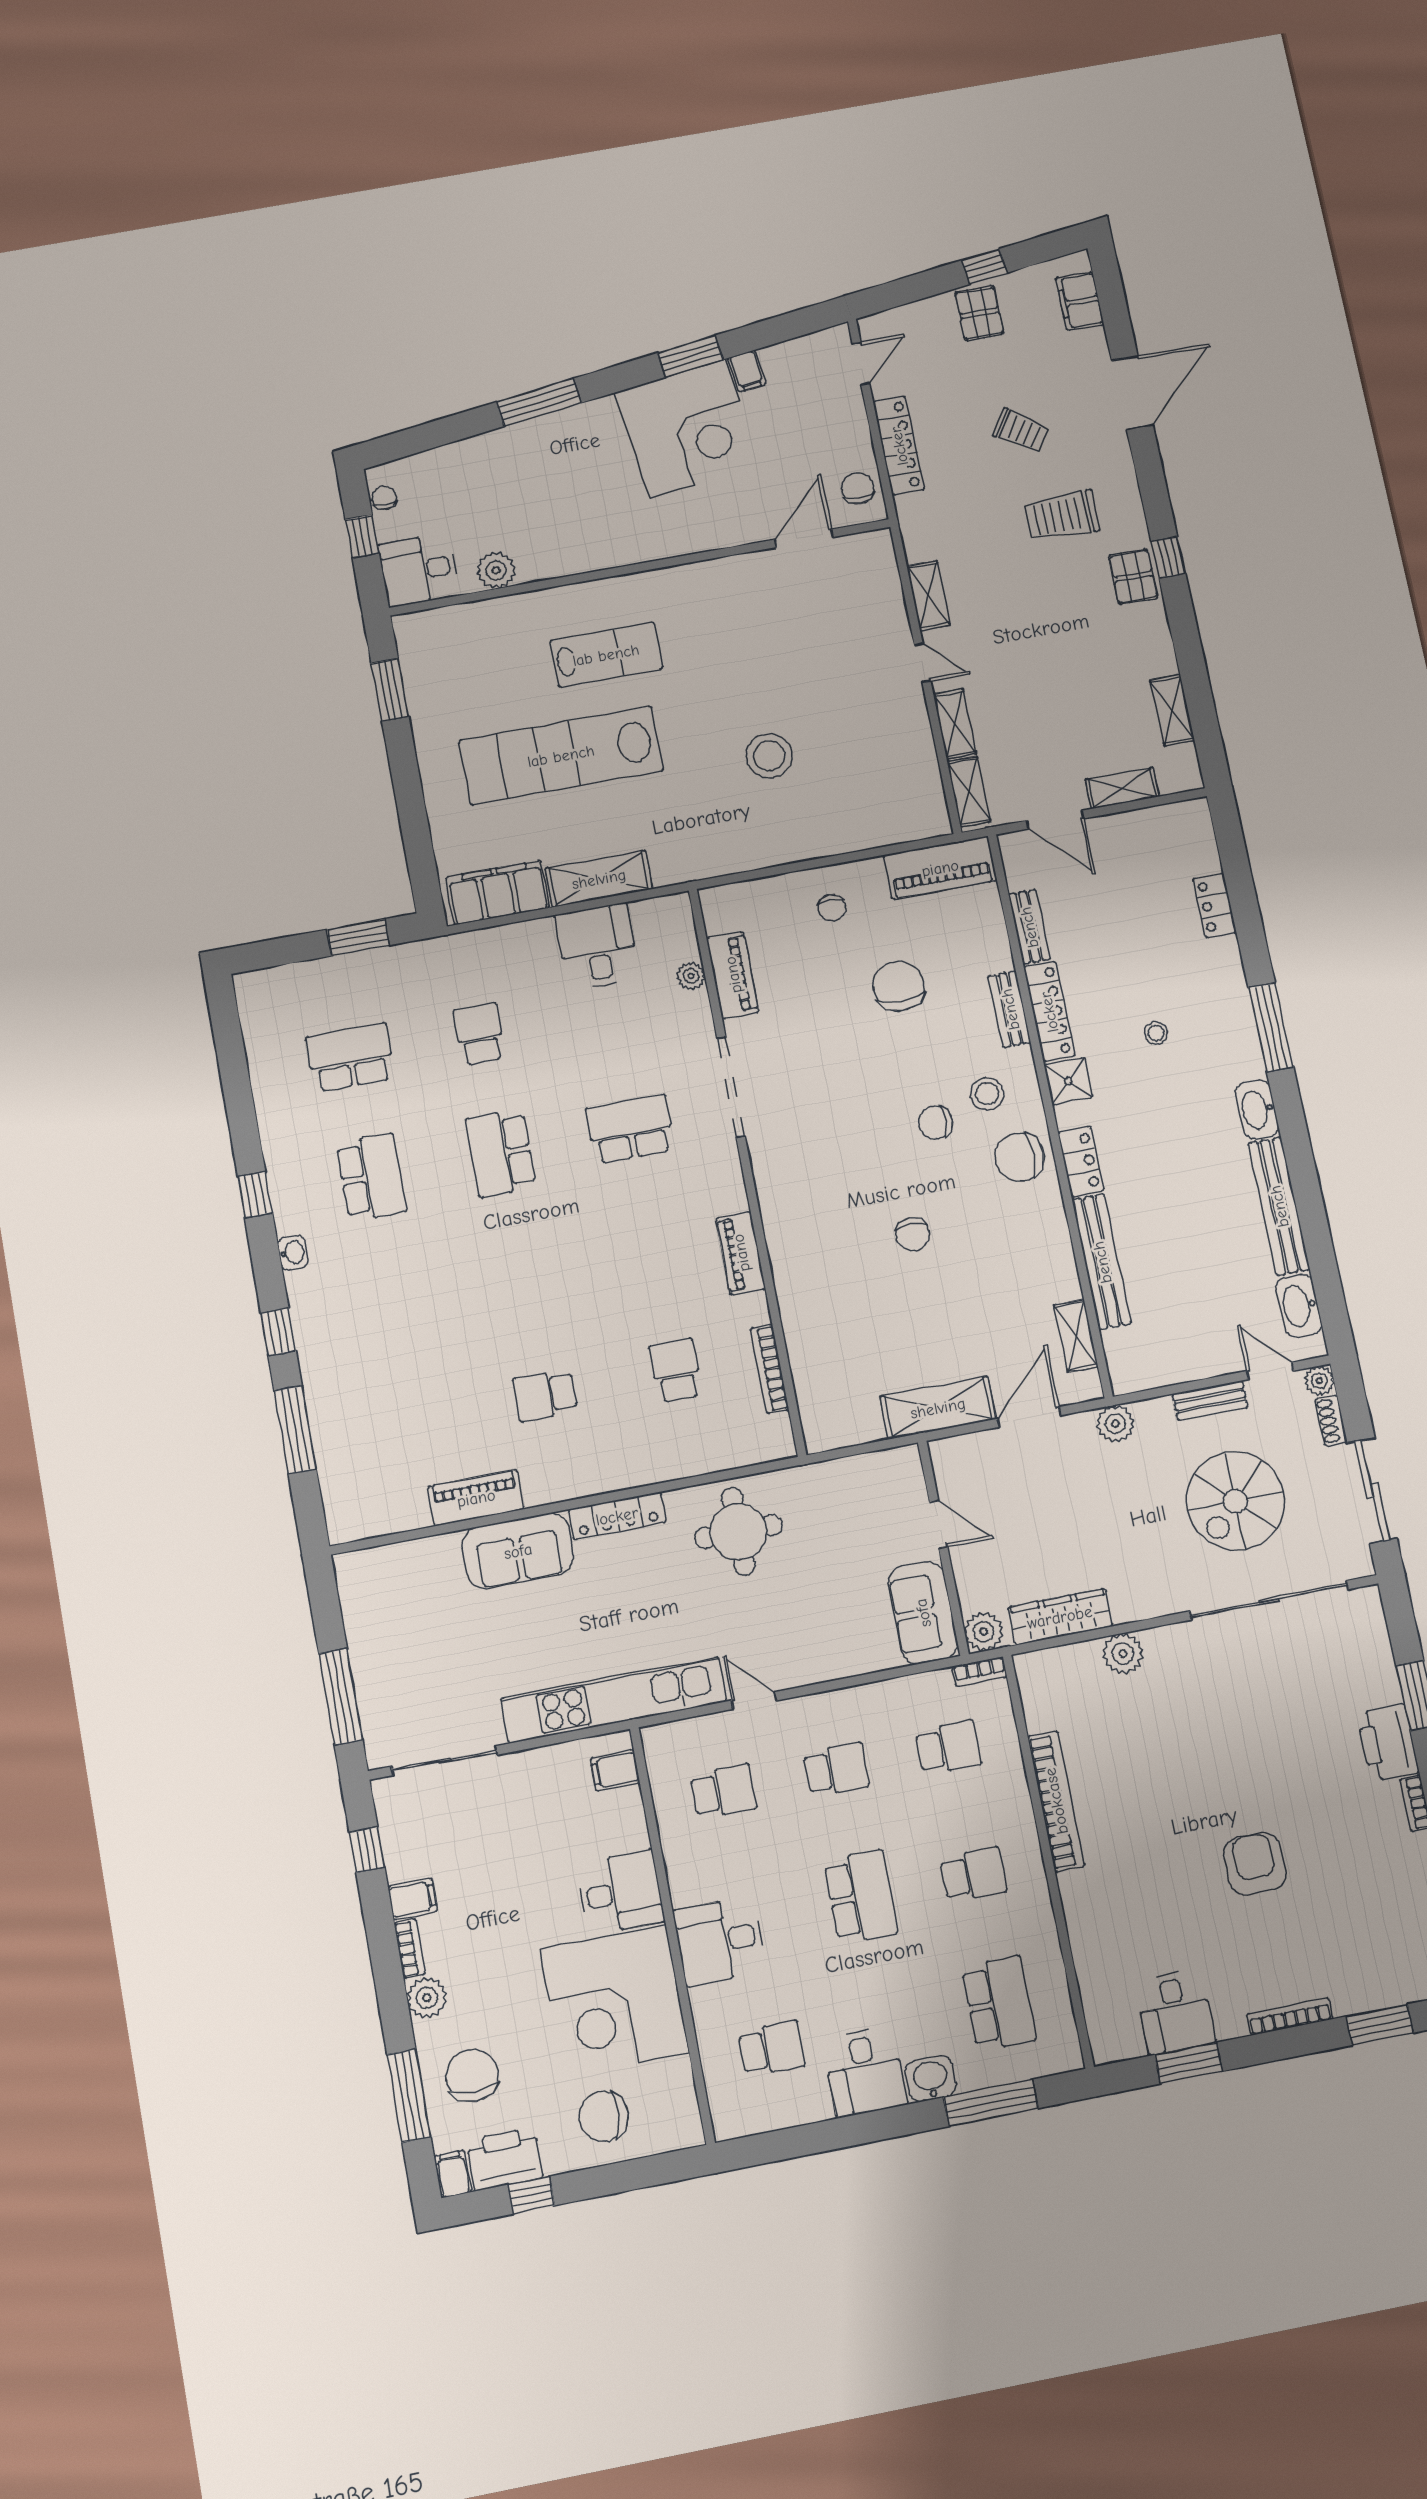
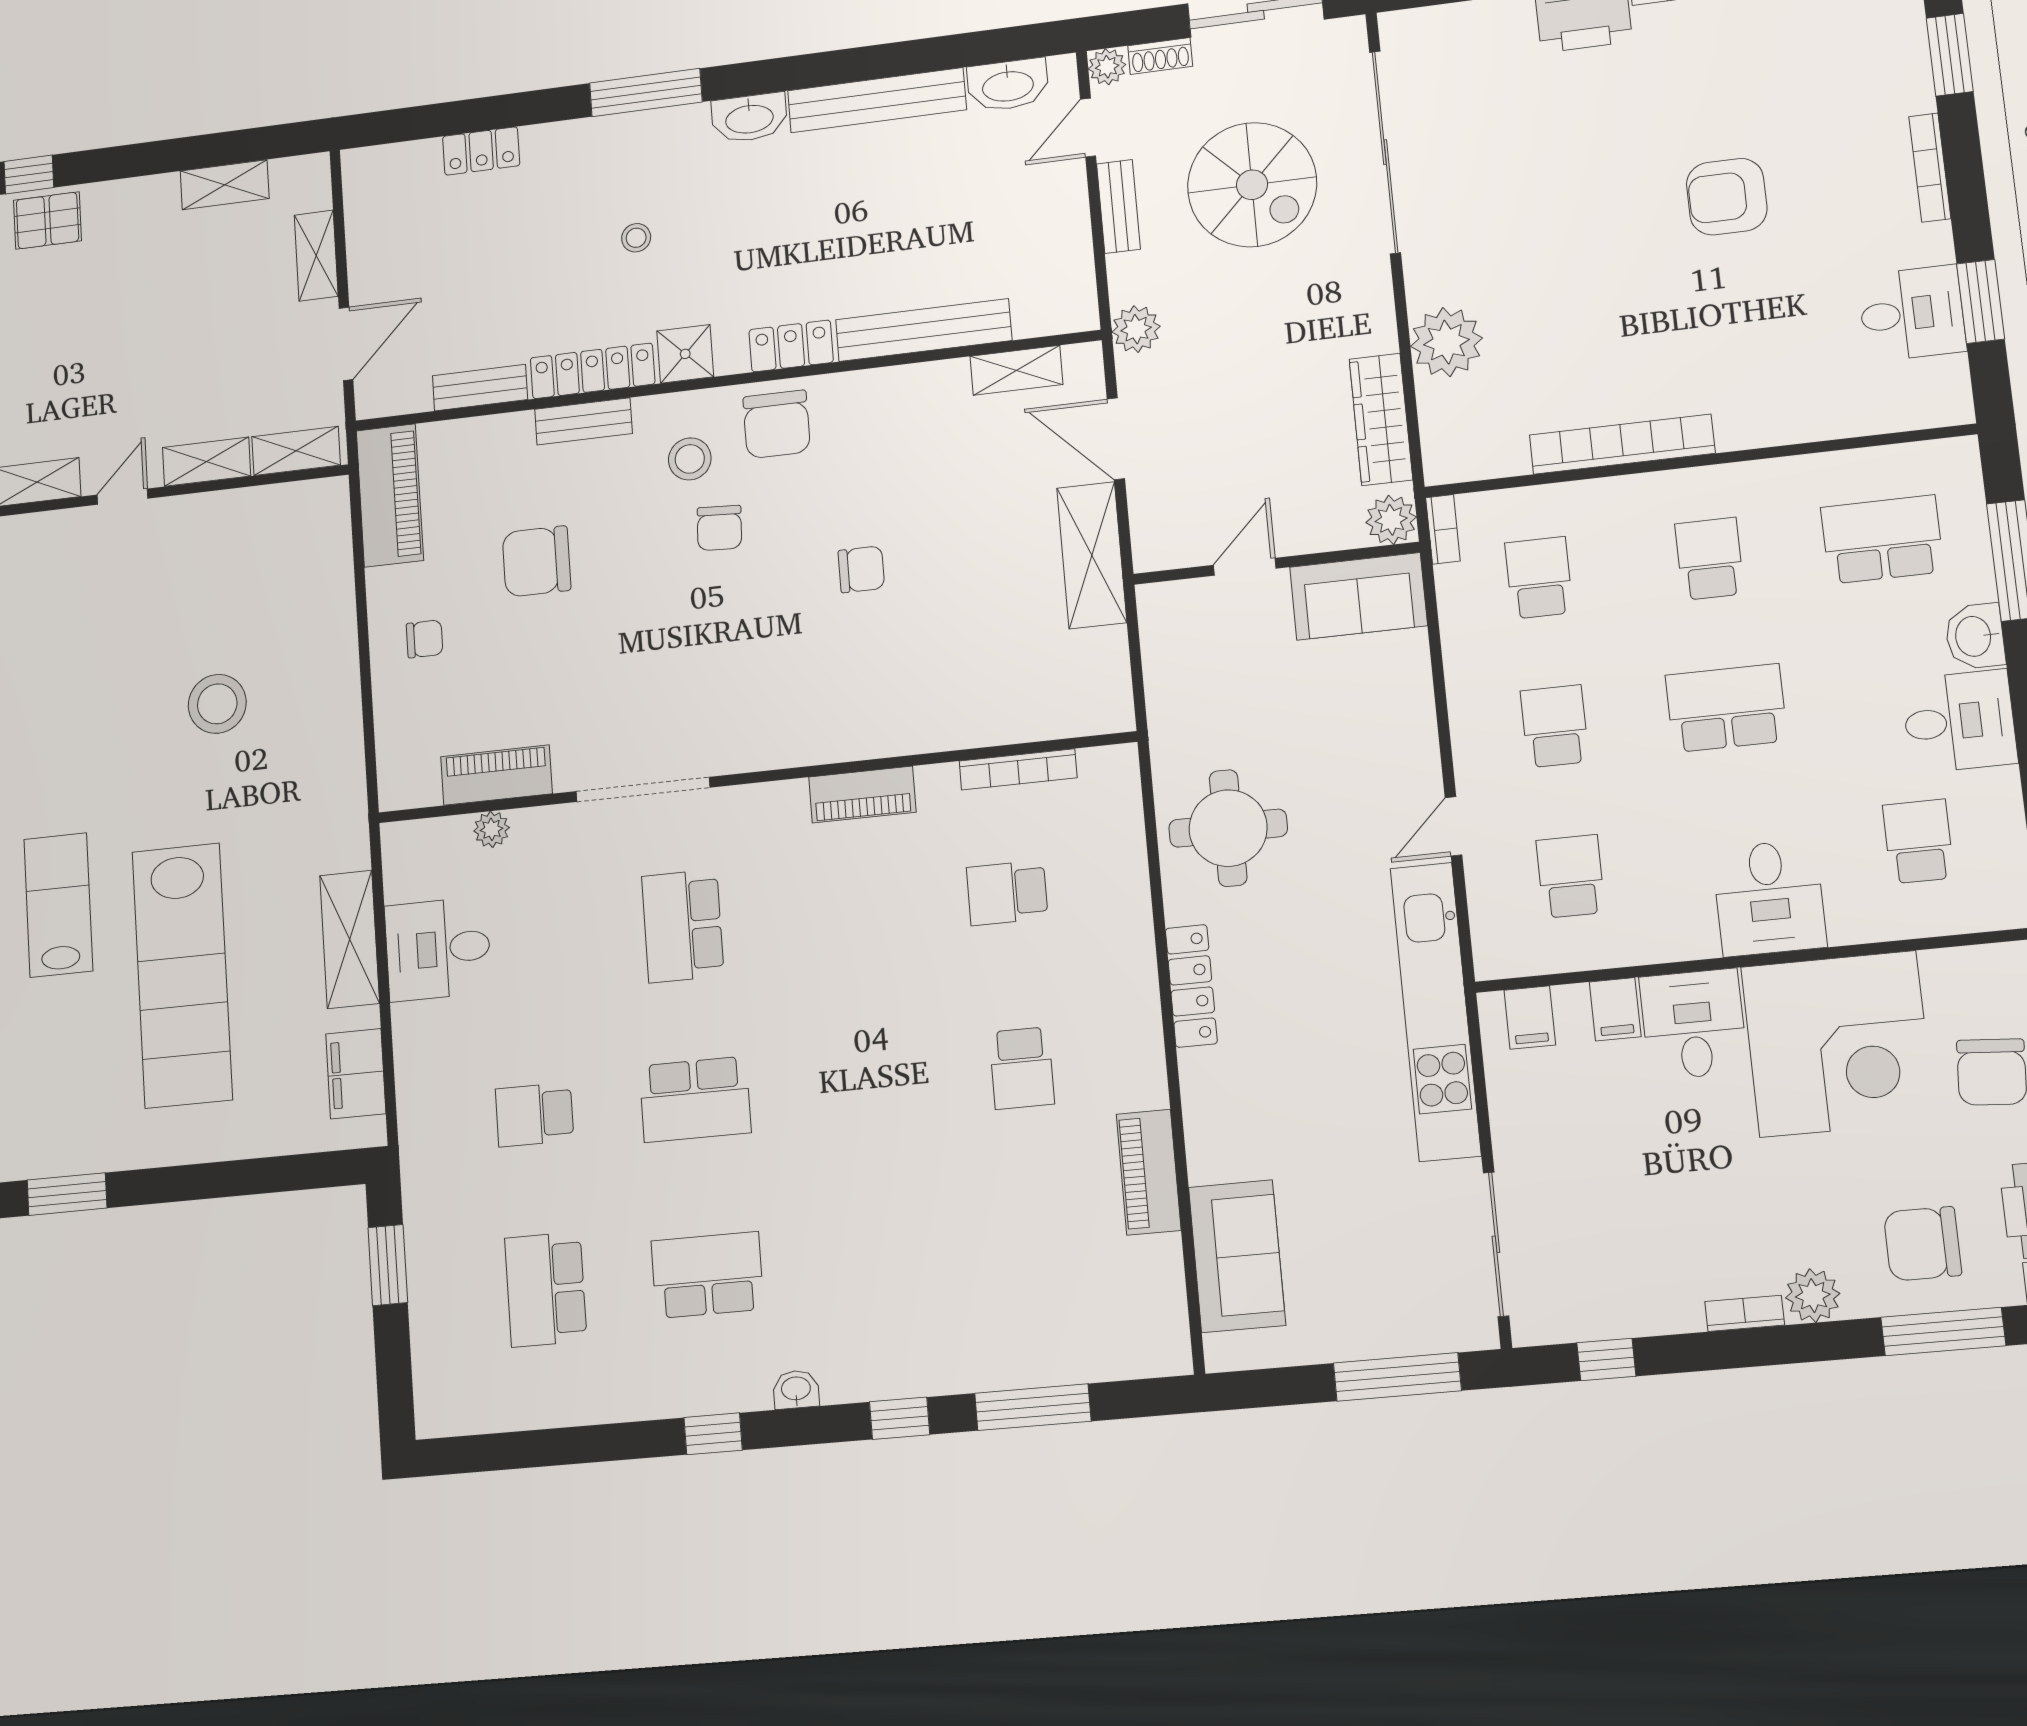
filing cabinet: (498, 893) -> (356, 1074), width x0.67, depth x0.86
sofa: (518, 1551) -> (1237, 1256), moved
plant: (1123, 1654) -> (1446, 342), width x1.36, depth x1.36
filing cabinet: (413, 1899) -> (1615, 1009), moved, turned 180

